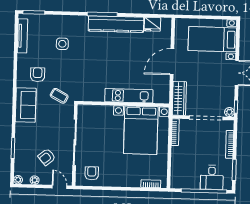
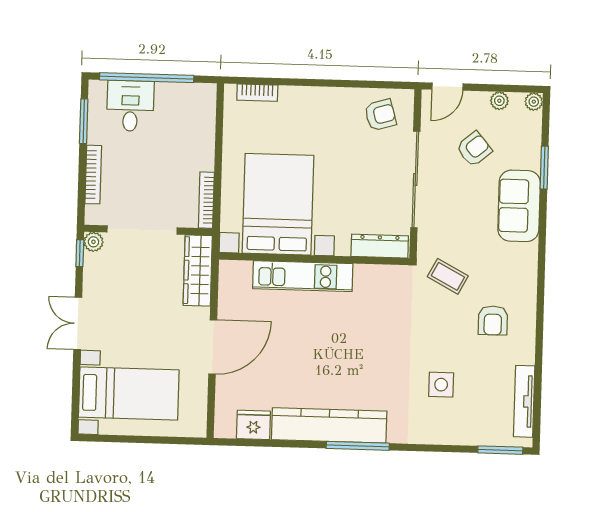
sofa: (26, 105) -> (519, 206), moved
dresser: (92, 110) -> (380, 246), added
armchair: (92, 173) -> (380, 115), turned -106
door: (60, 187) -> (447, 87), hinge flipped

